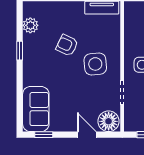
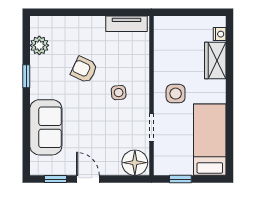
side table: (95, 64) -> (119, 93), width x0.54, depth x0.54
sofa: (36, 109) -> (46, 127), moved
door: (87, 135) -> (88, 179), moved

